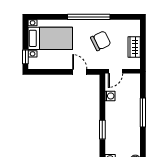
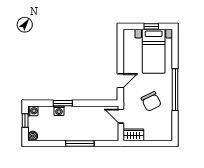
wardrobe: (134, 47) -> (133, 135), moved
window: (25, 57) -> (151, 26), moved
washing machine: (110, 96) -> (59, 111), moved

